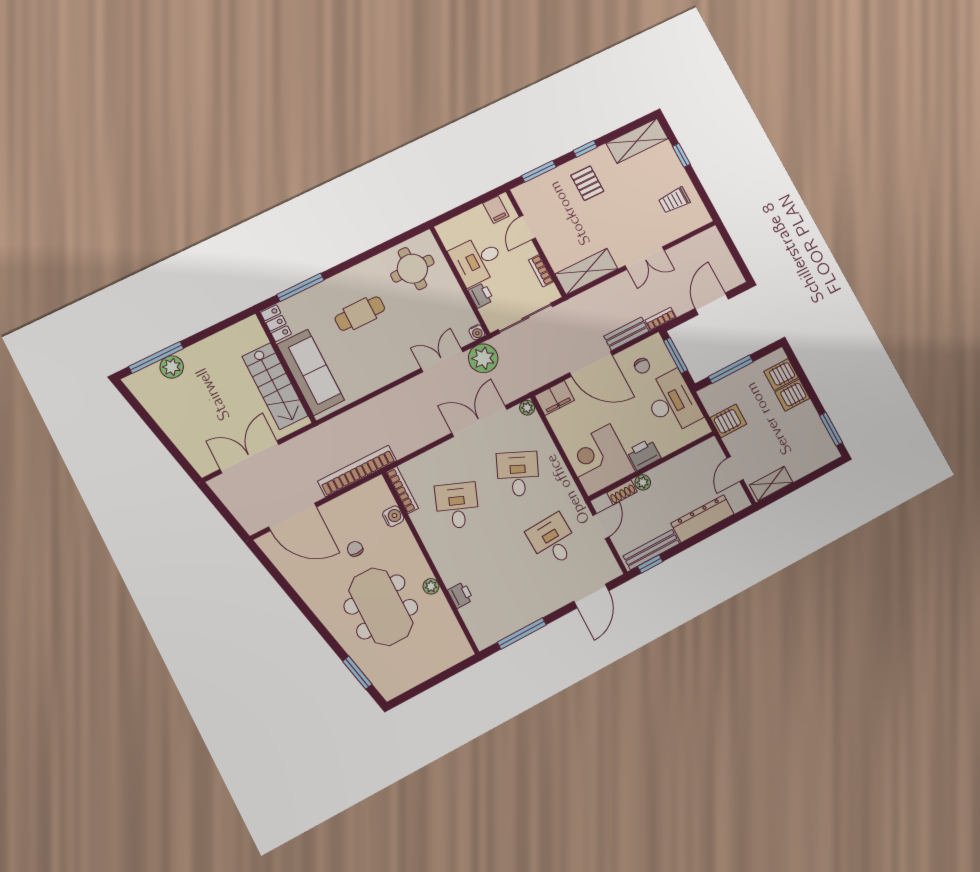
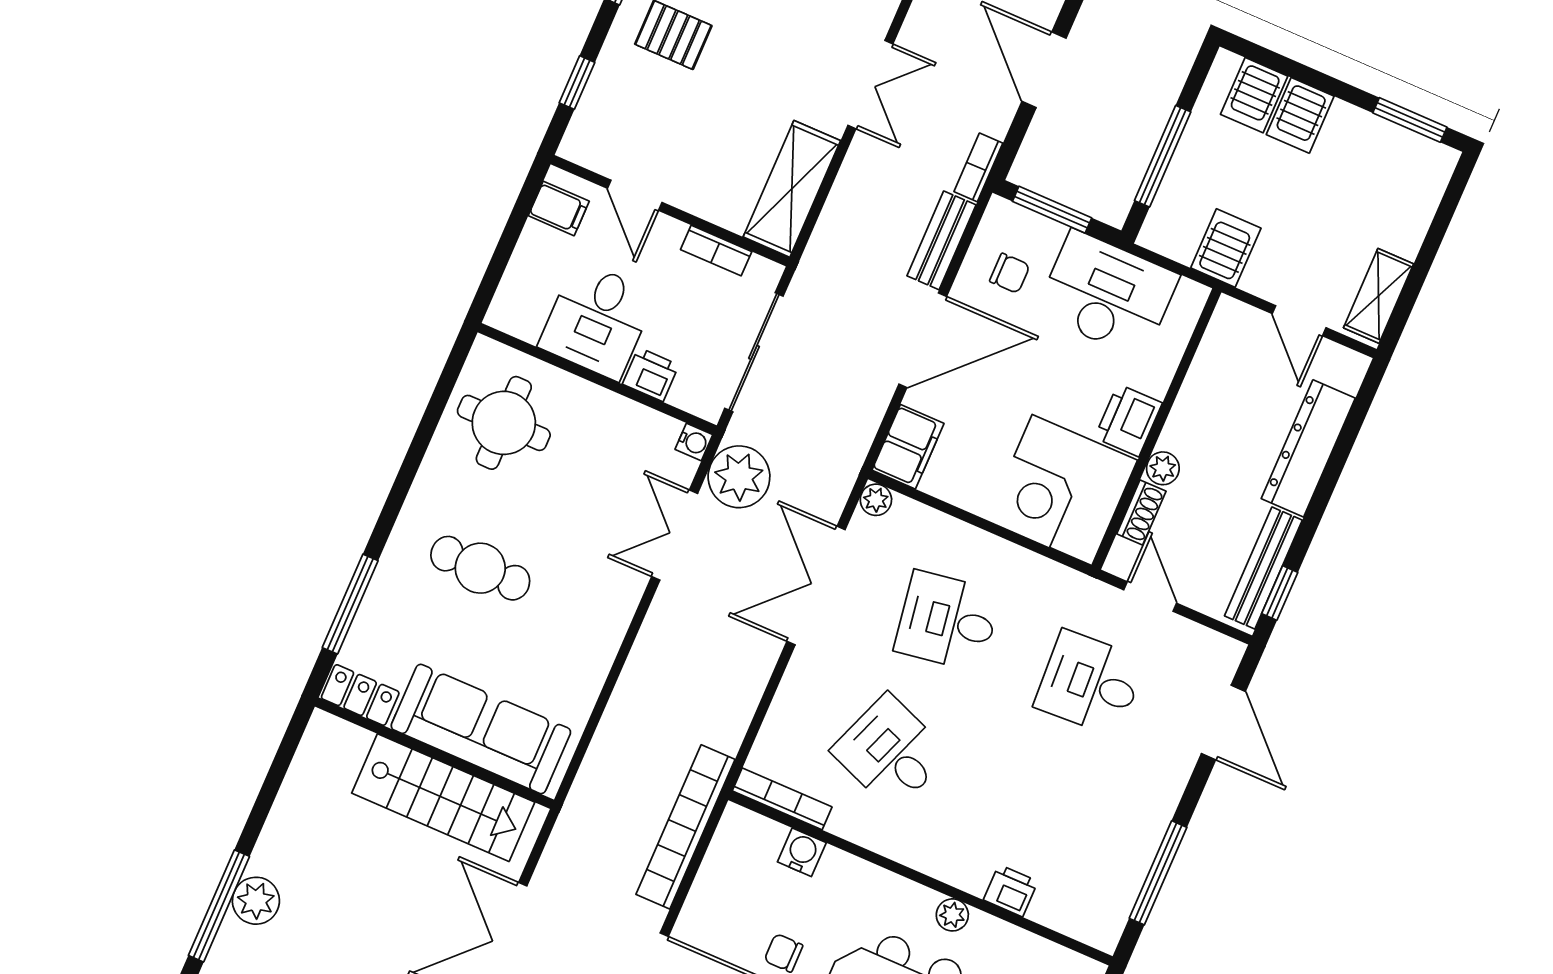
window: (539, 171) -> (577, 83), width x0.67
cafe table: (360, 314) -> (480, 568), turned 90
desk: (518, 474) -> (948, 621), turned -33

